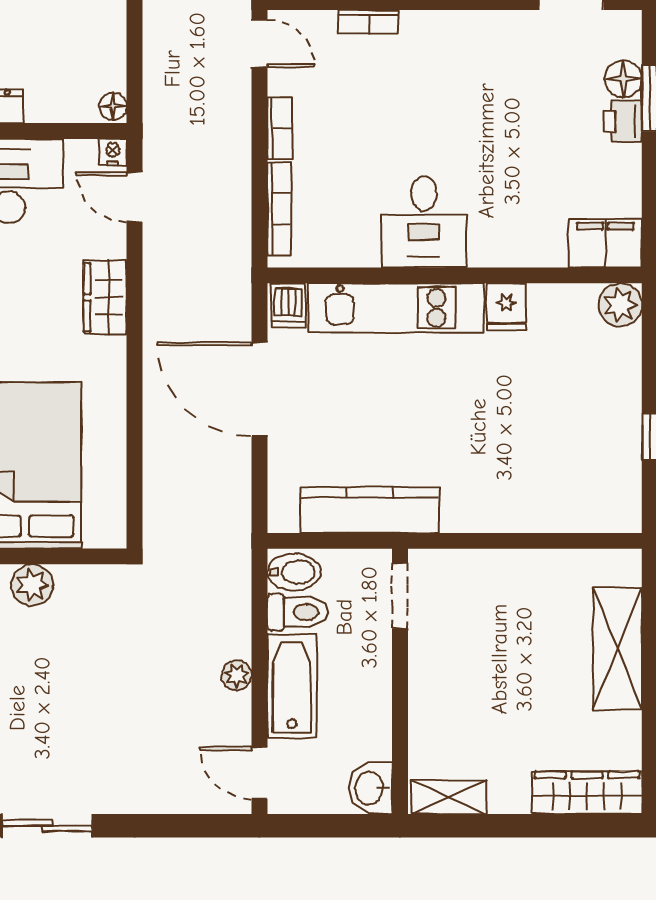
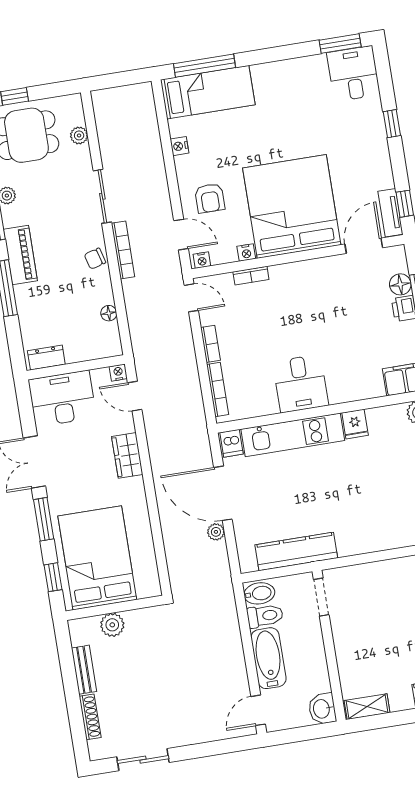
floor lamp: (113, 106) -> (109, 313), moved
plant: (237, 675) -> (216, 532), moved
door: (259, 773) -> (258, 710), hinge flipped

